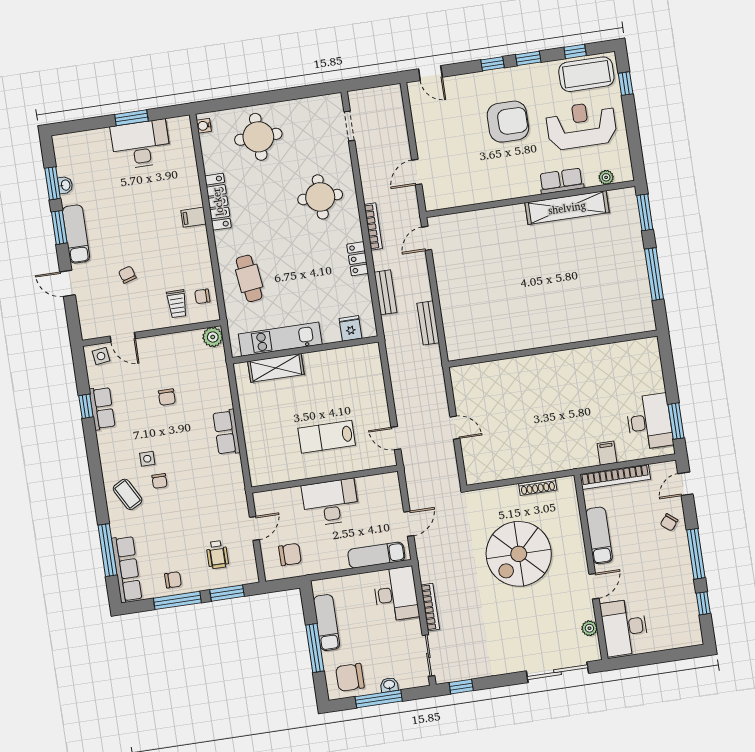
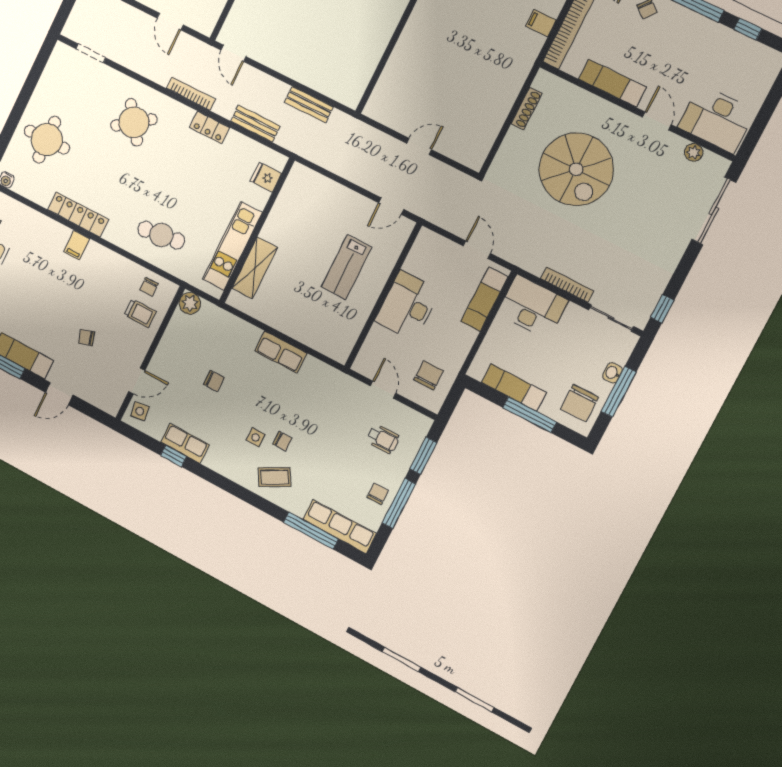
round table: (320, 197) -> (134, 122), turned -36

